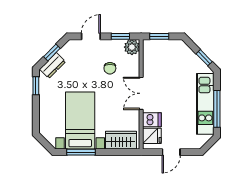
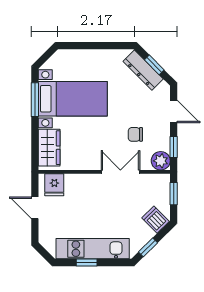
dresser: (53, 65) -> (143, 70), width x1.44
window: (36, 86) -> (114, 46), removed
double door: (141, 93) -> (120, 172), moved
window: (217, 109) -> (87, 263), width x0.46
dishwasher: (152, 120) -> (156, 220), moved, turned 135

